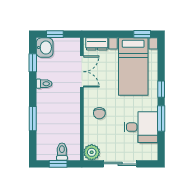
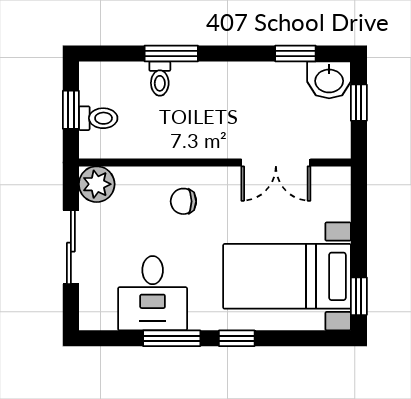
dresser: (97, 44) -> (337, 196), removed
toilet: (44, 84) -> (160, 79), moved

